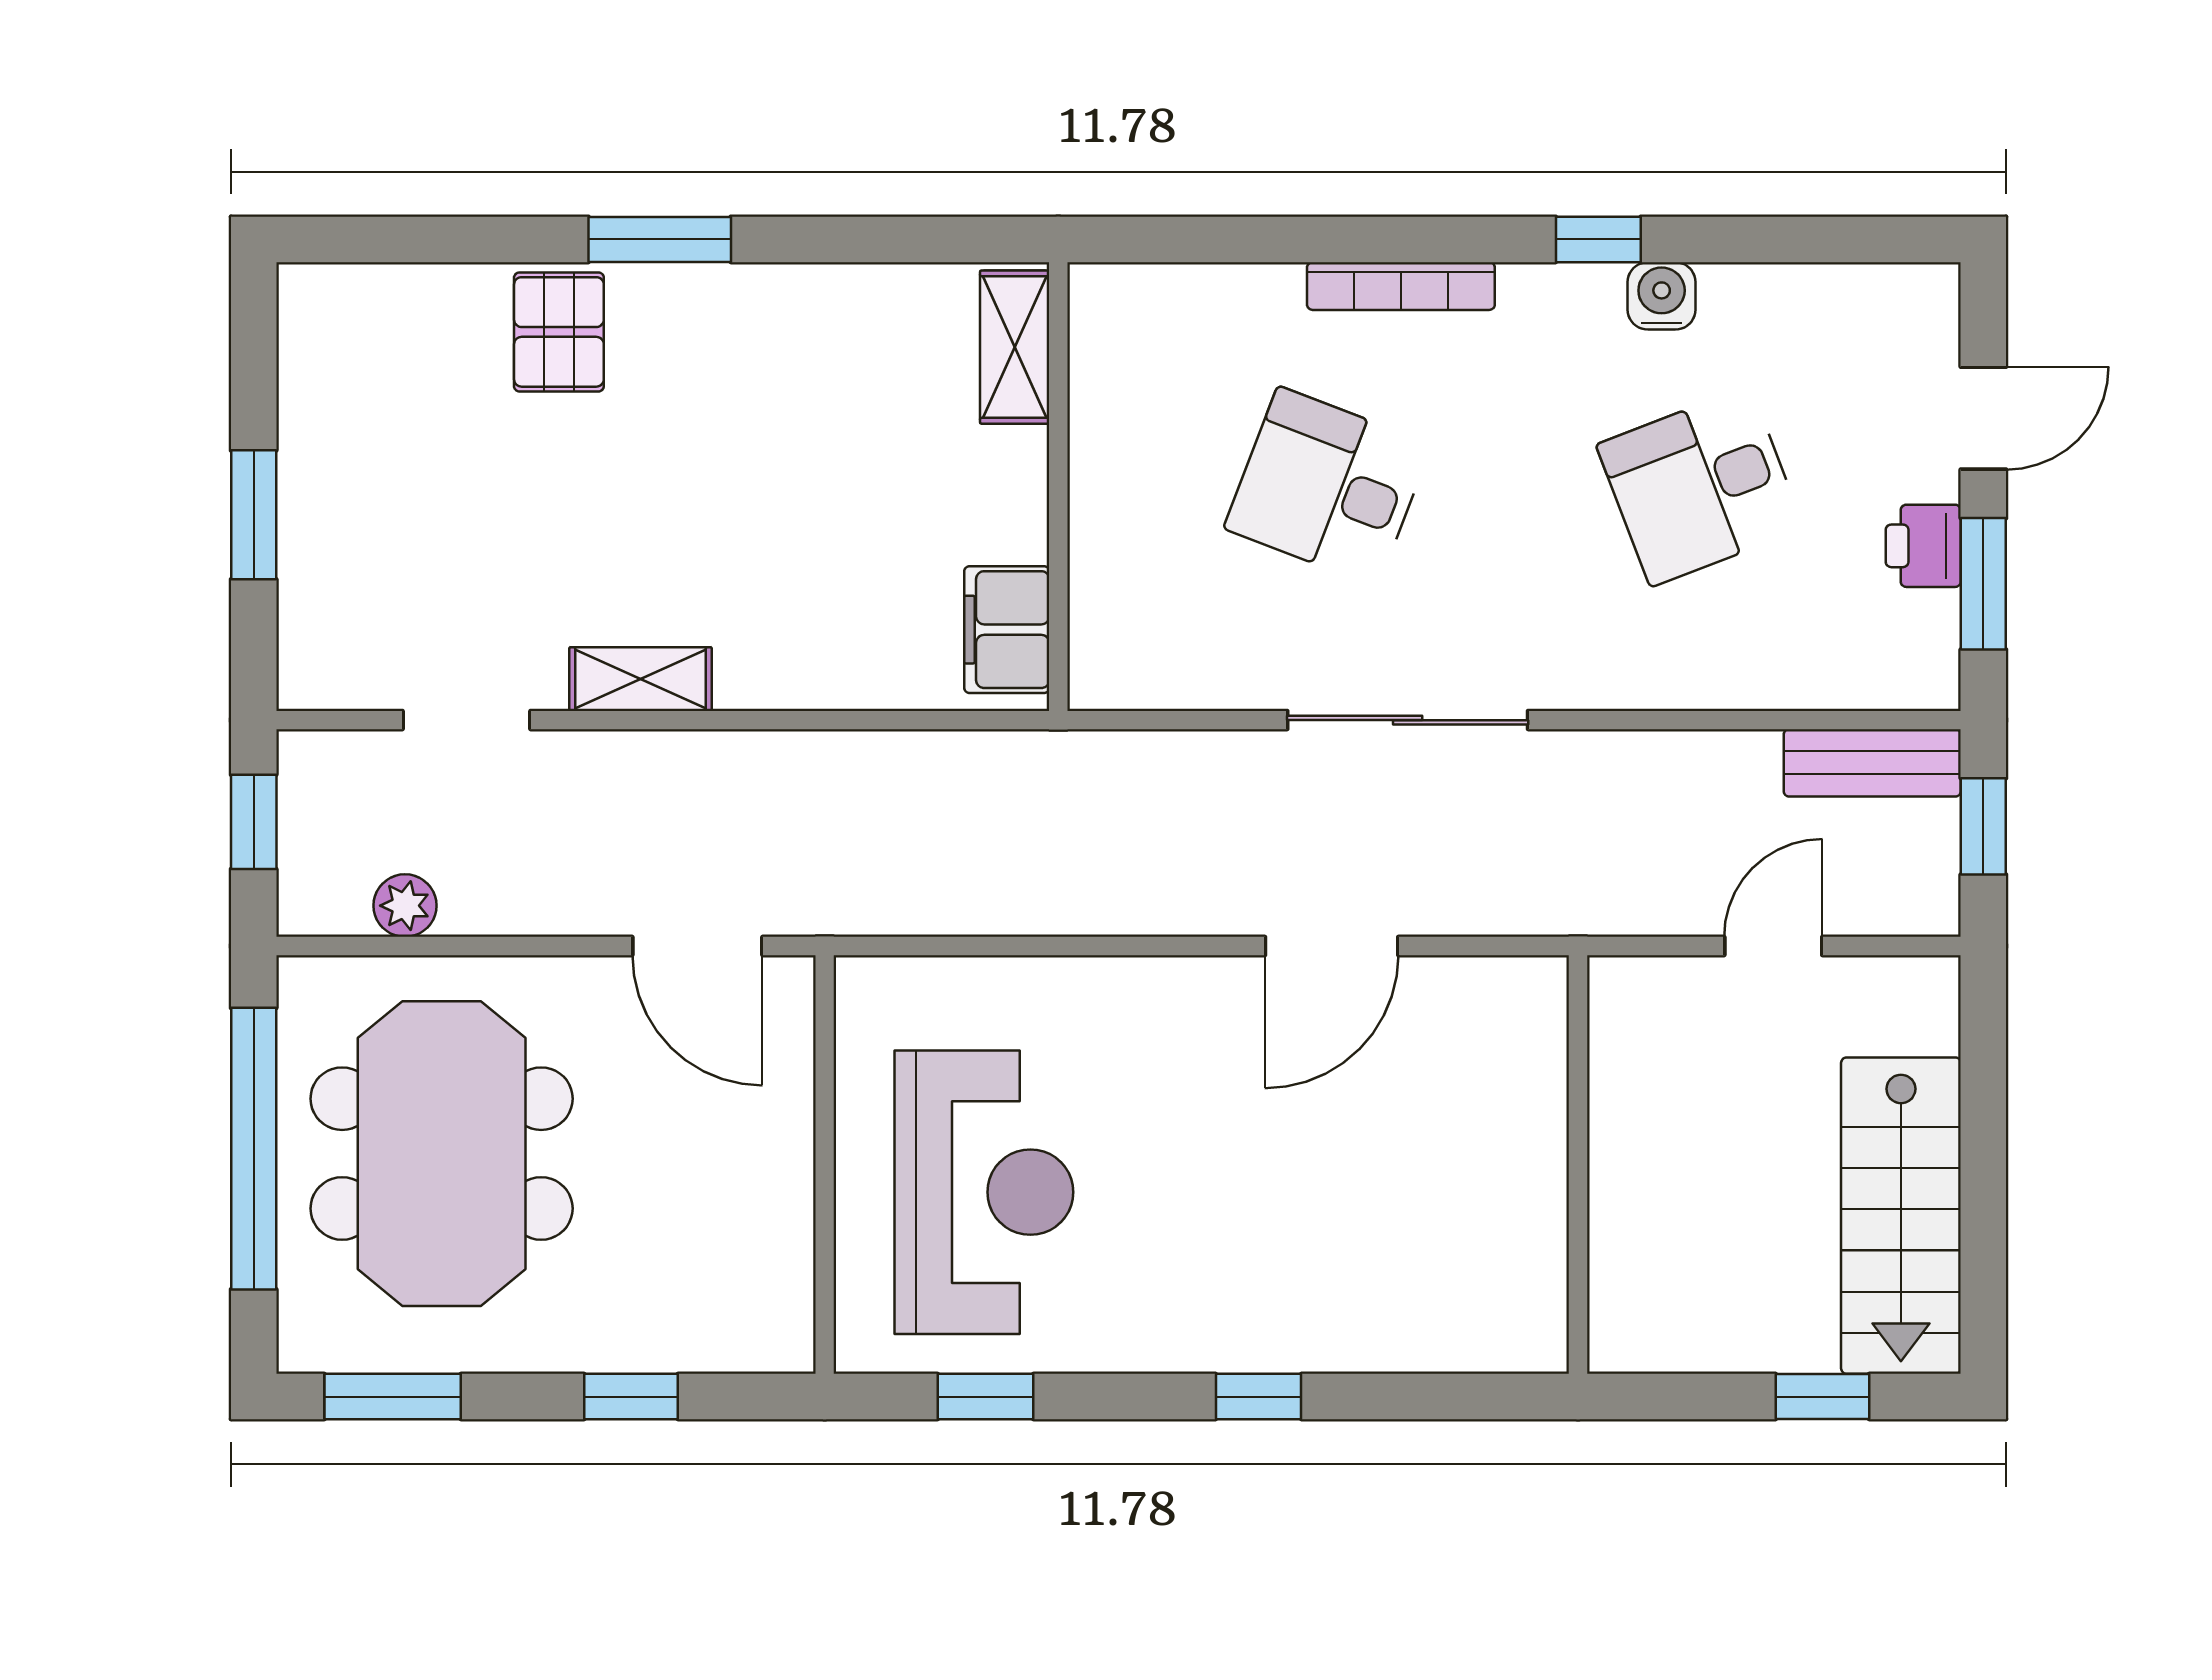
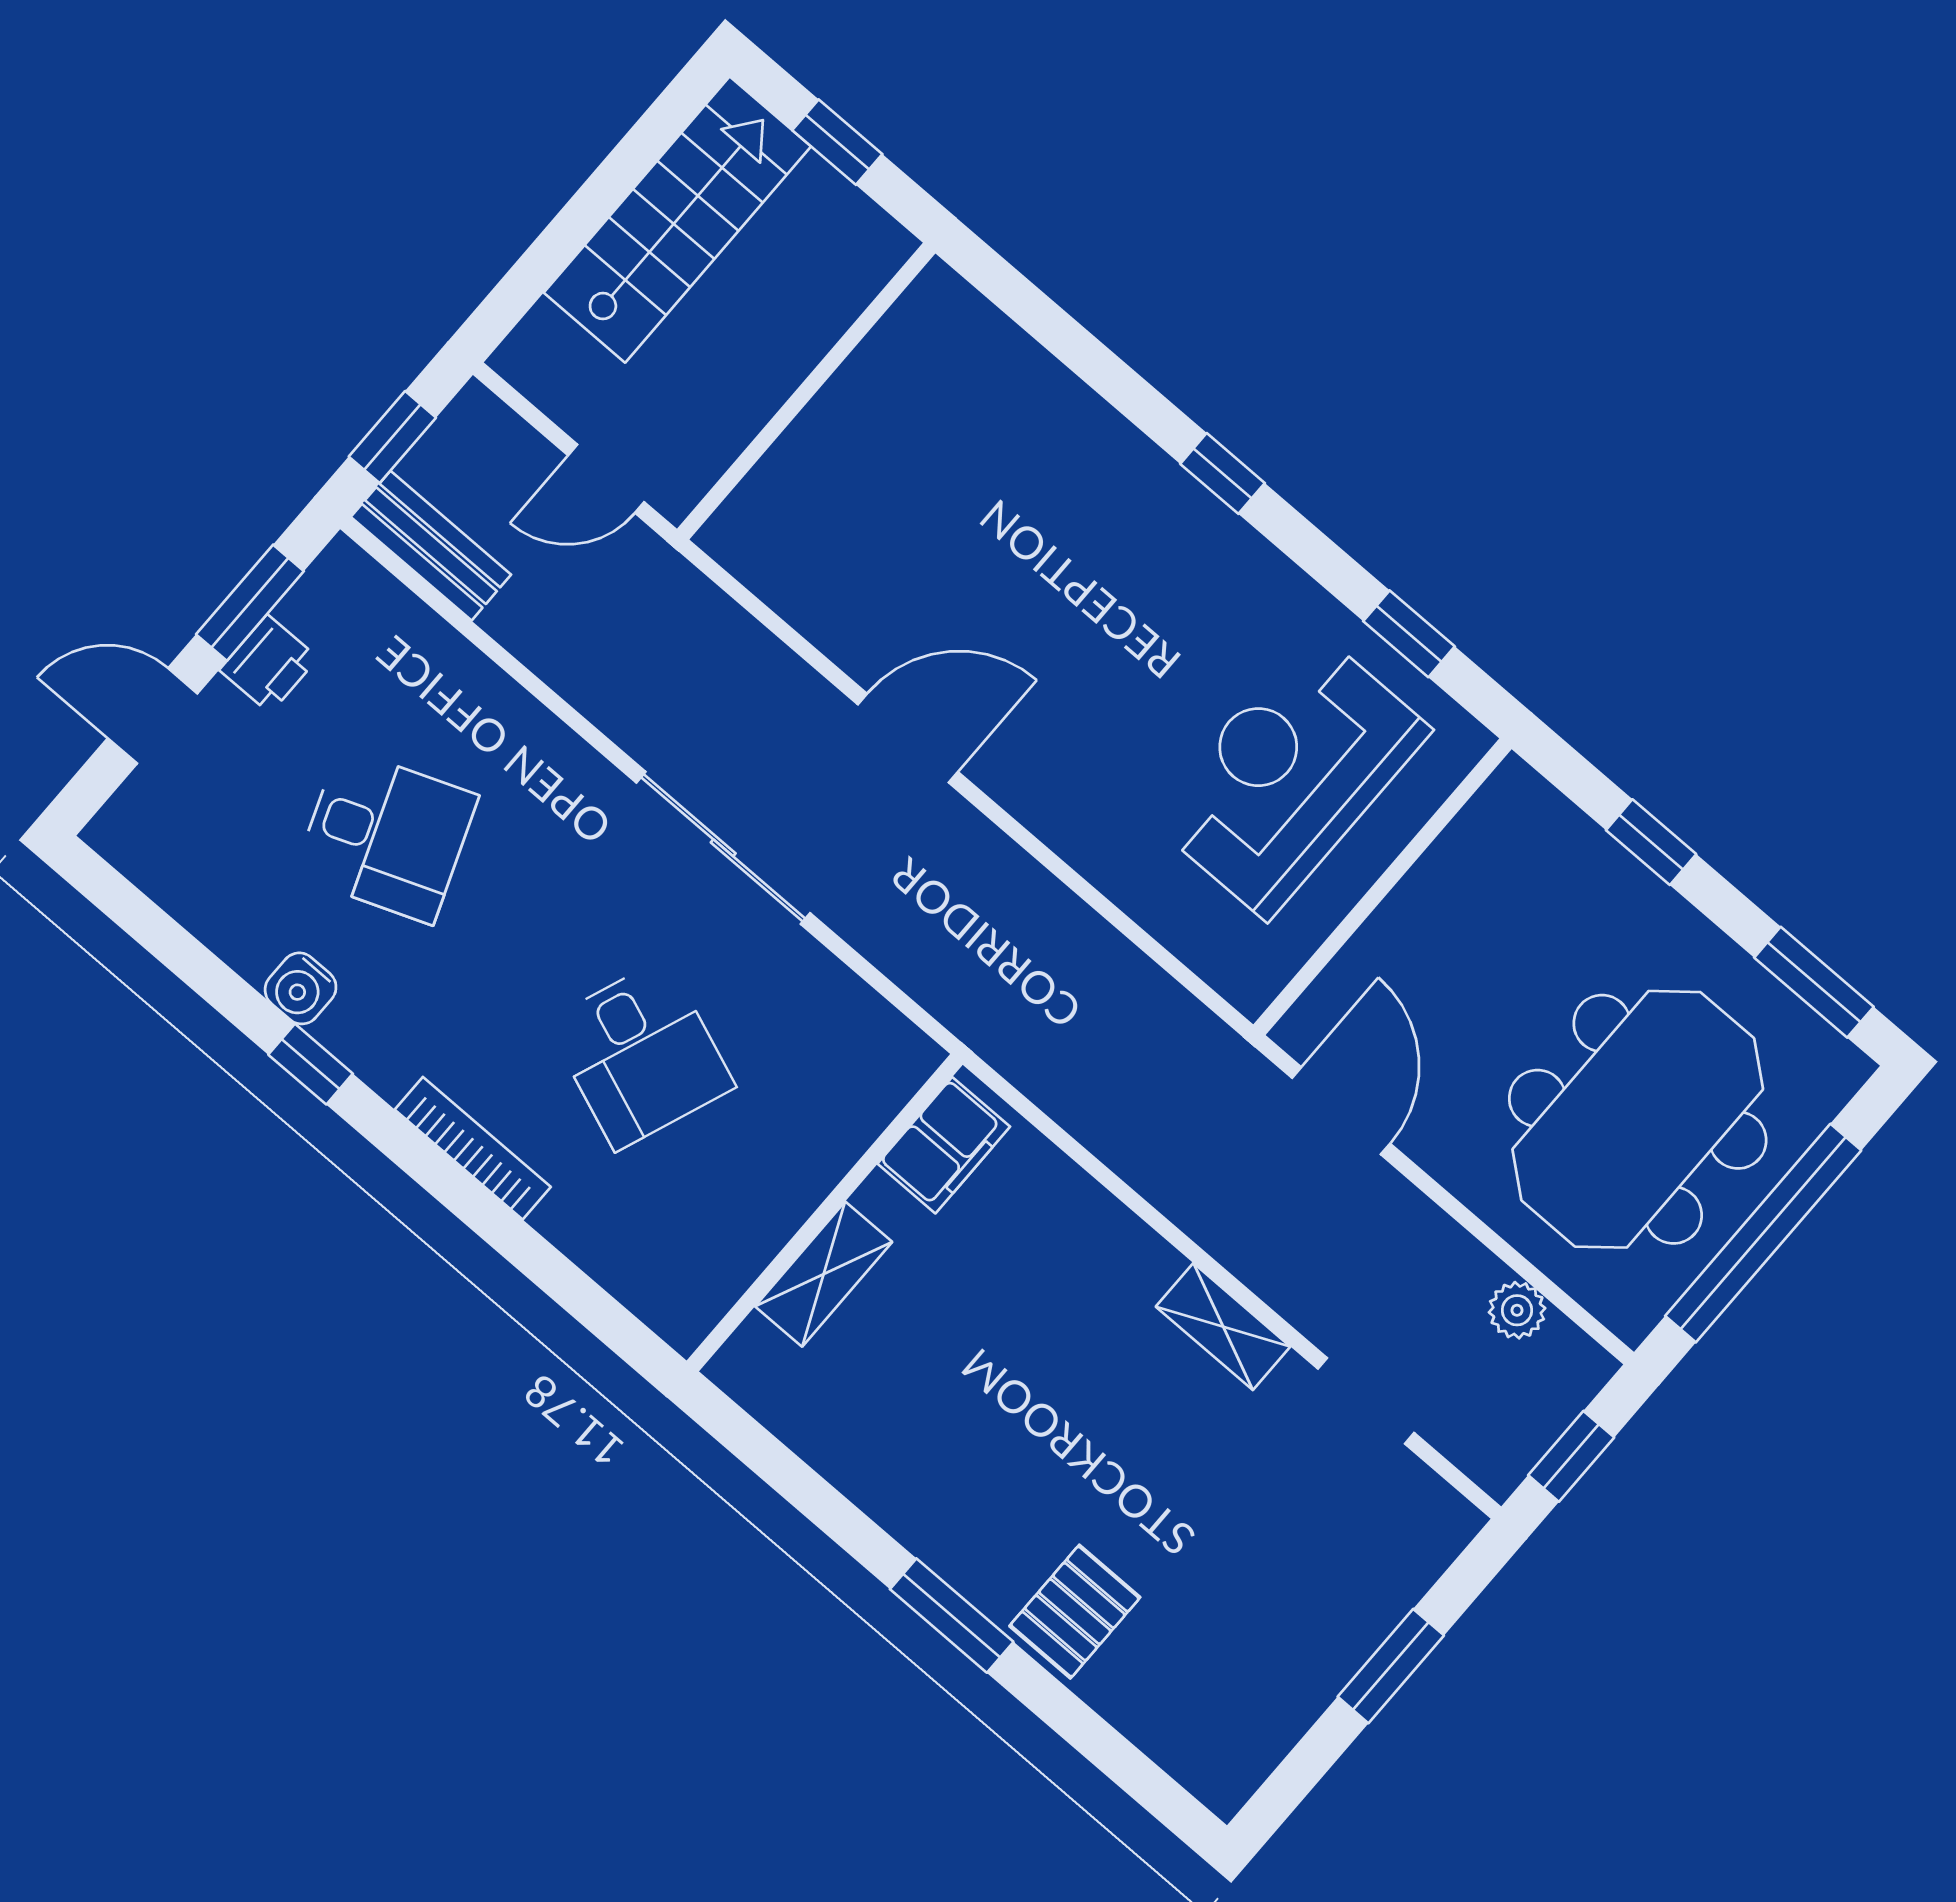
shelving: (1015, 347) -> (824, 1274), moved
wall: (1578, 1164) -> (806, 391), moved

